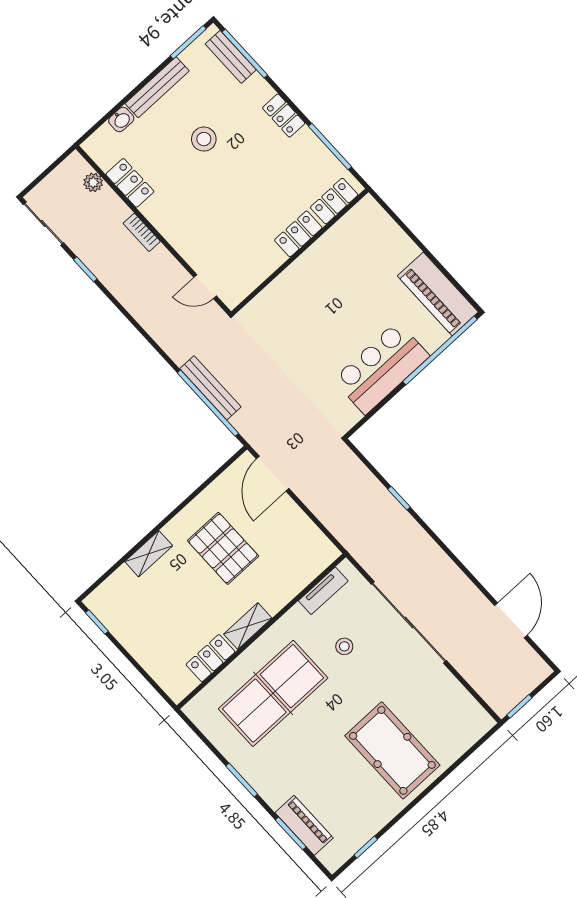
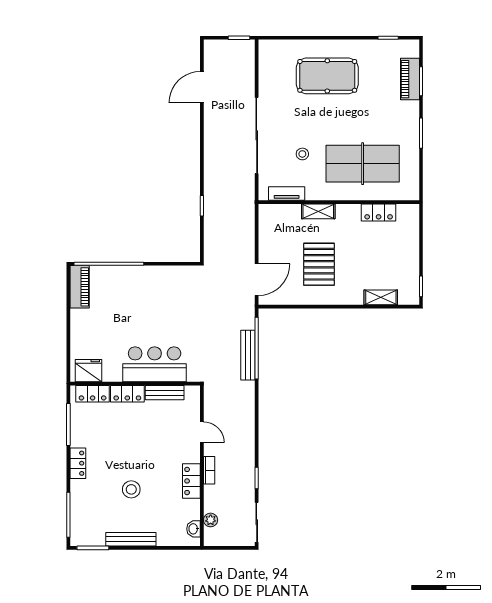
bench: (231, 57) -> (165, 393), moved, turned 90
washbasin: (121, 120) -> (194, 529), moved, turned -90
locker: (130, 183) -> (191, 481), moved
fridge: (360, 221) -> (88, 371), added
door: (205, 287) -> (202, 432), moved
piano: (438, 294) -> (80, 287), width x0.73, depth x0.75
bar counter: (381, 368) -> (155, 364), moved, turned 180
shelving: (149, 554) -> (381, 297), moved
shelving: (248, 626) -> (318, 211), moved
pool table: (392, 750) -> (327, 76), turned 90

